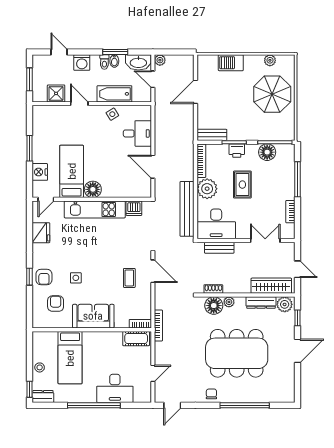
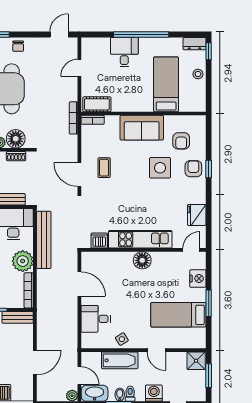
shower: (56, 93) -> (196, 361), moved
bed: (72, 171) -> (178, 315), moved, turned 90
side table: (76, 278) -> (160, 168), width x1.87, depth x1.87
desk: (115, 388) -> (124, 52), width x0.73

